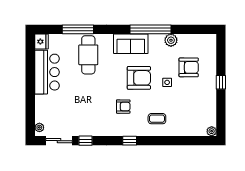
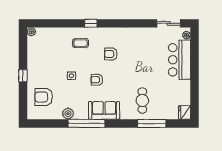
cafe table: (88, 55) -> (142, 100), width x0.73, depth x0.74
armchair: (189, 67) -> (44, 97), moved
bar counter: (47, 72) -> (179, 60), moved
armchair: (139, 78) -> (97, 80), width x0.53, depth x0.53
window: (85, 141) -> (145, 23), removed
window: (130, 141) -> (91, 23), moved

